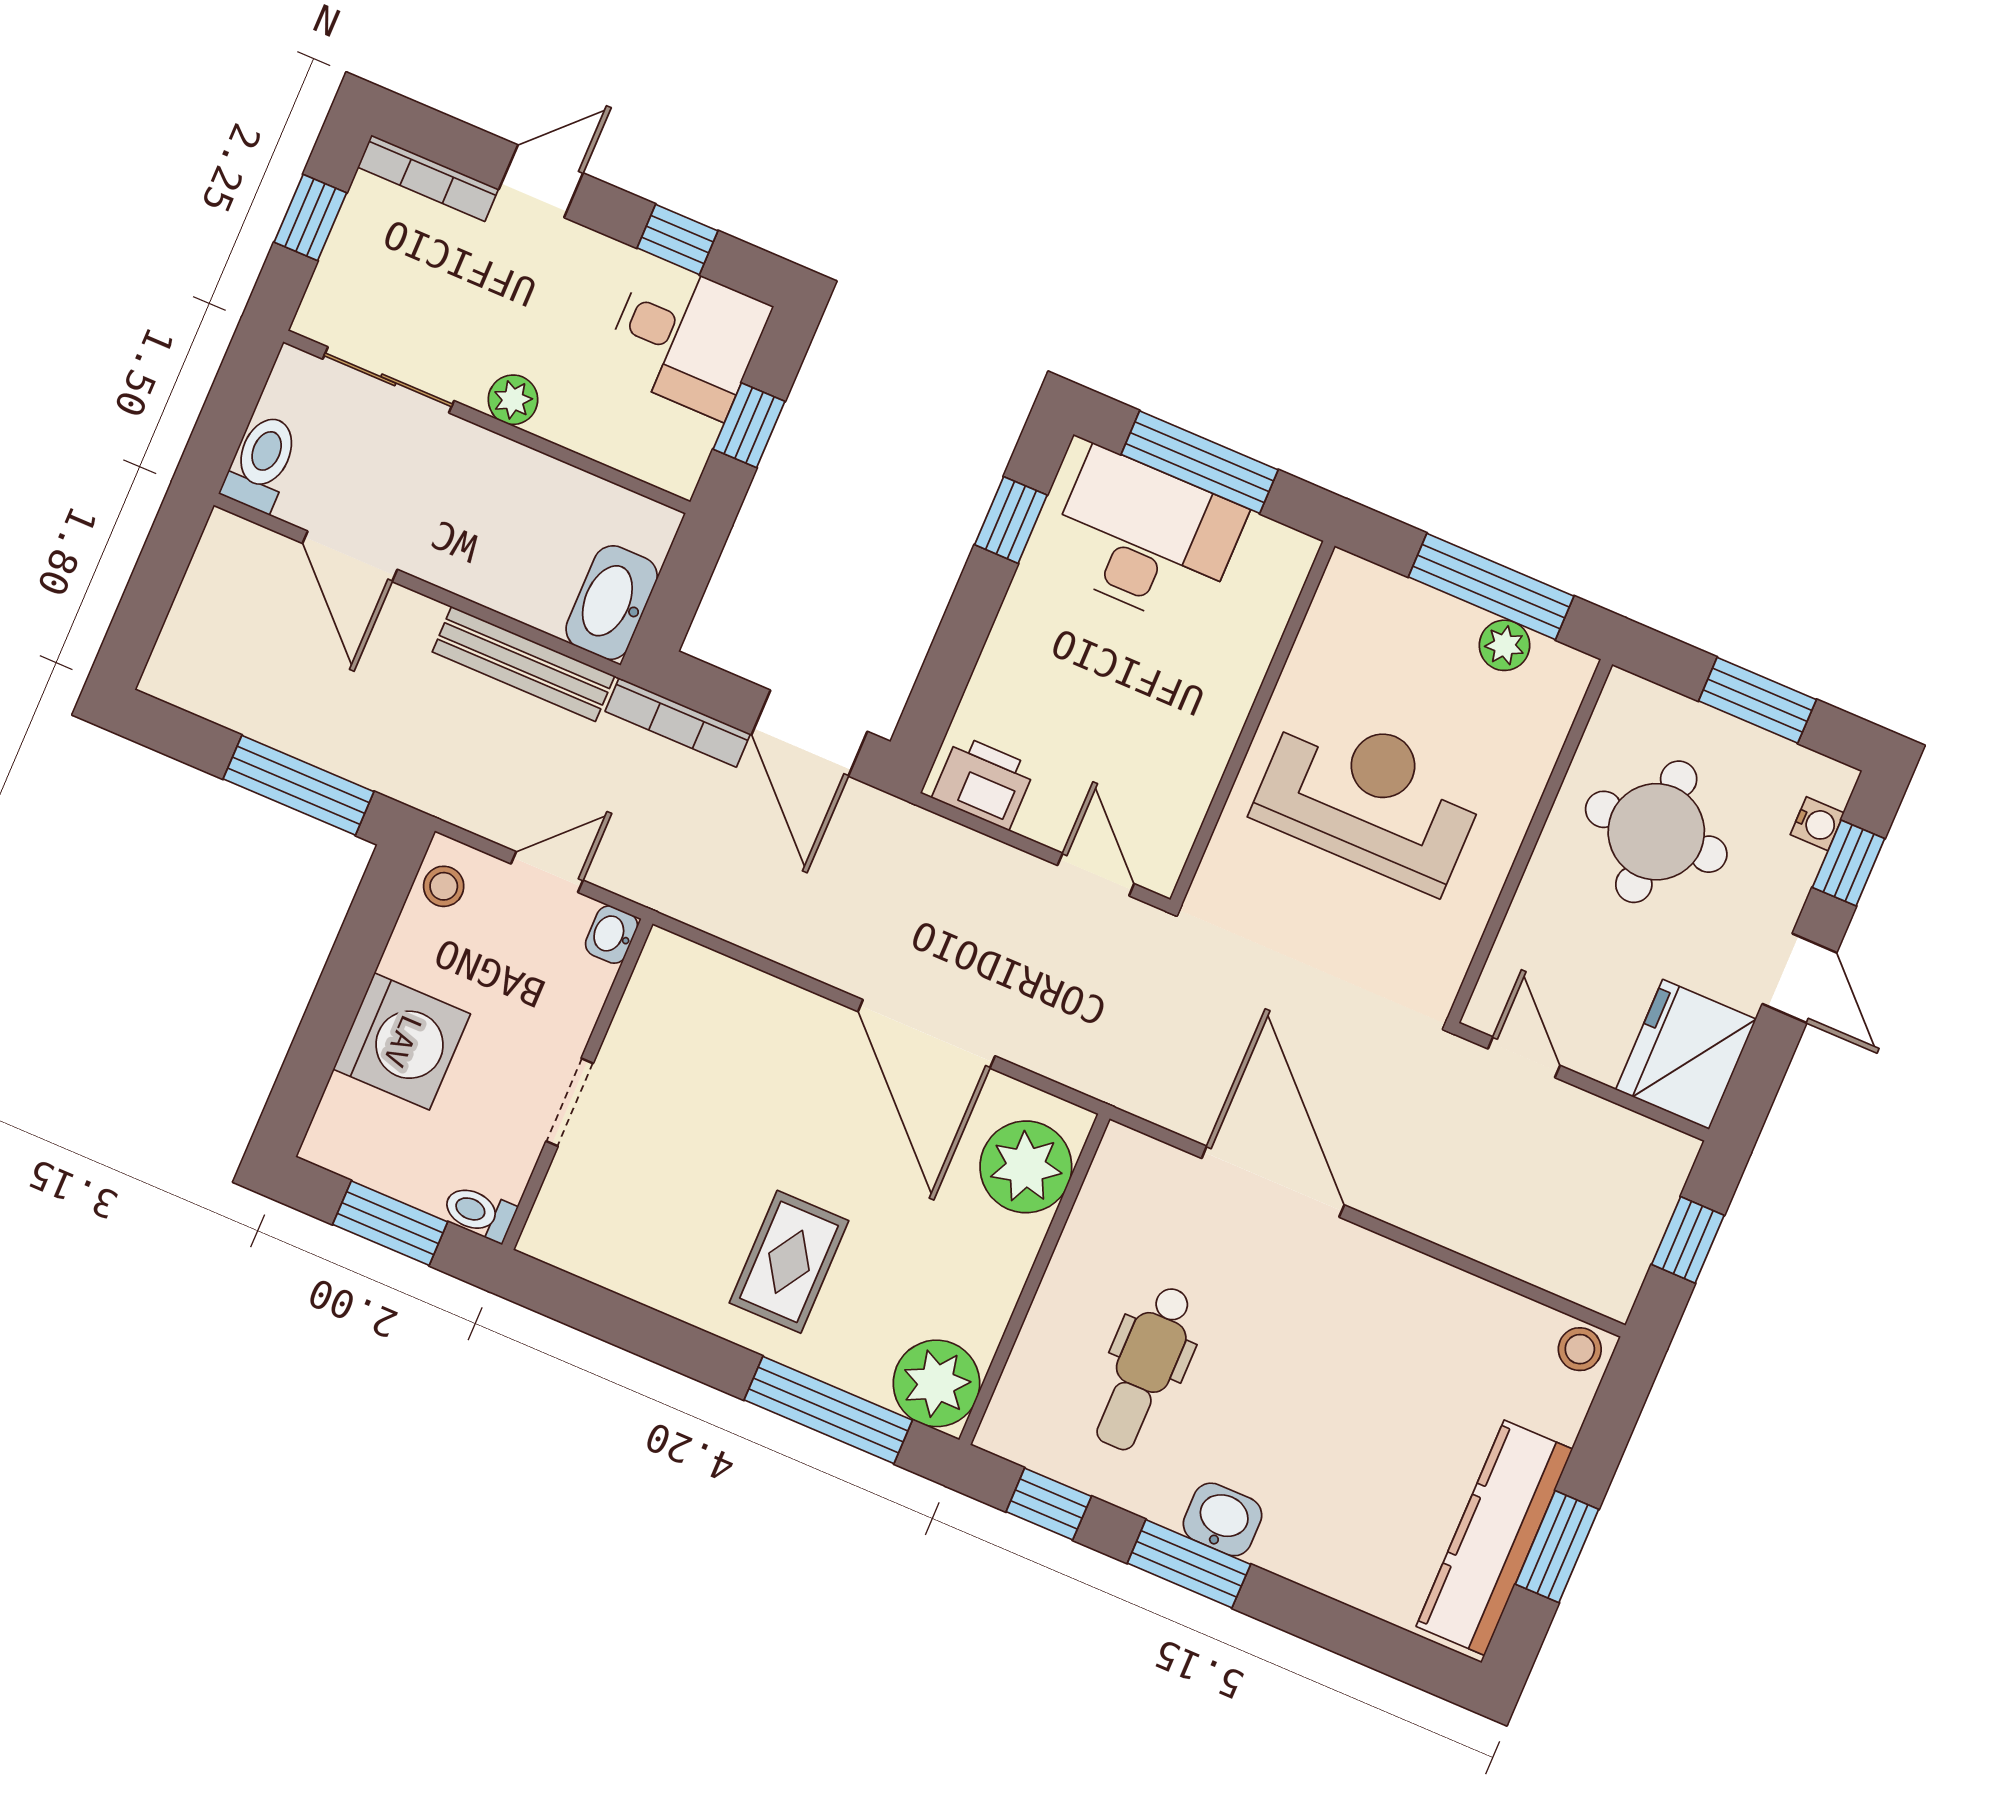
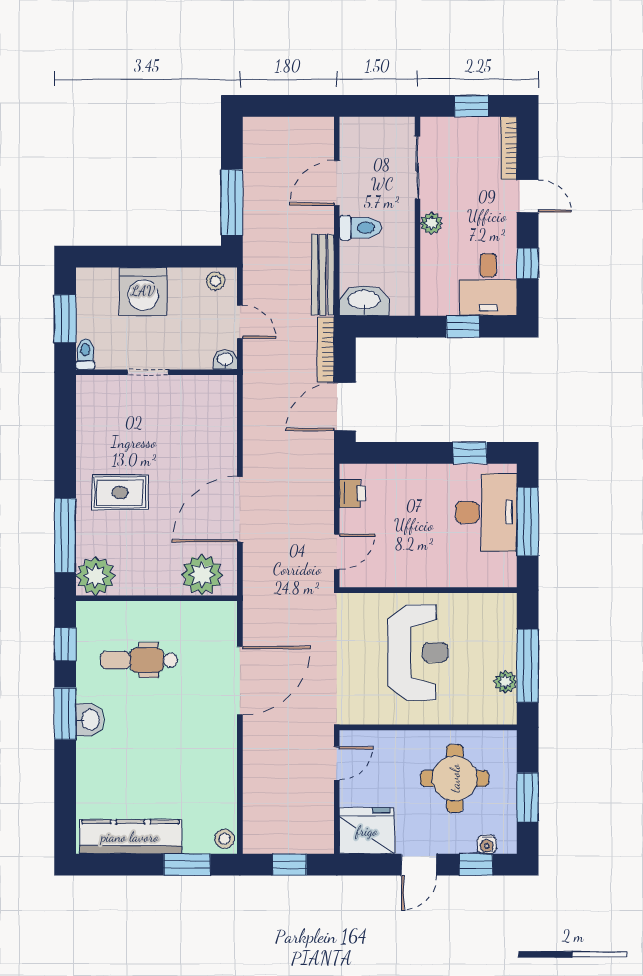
toilet: (262, 463) -> (360, 228), moved
printer: (984, 782) -> (352, 493), width x0.73, depth x0.81
window: (1557, 1547) -> (187, 865), moved

